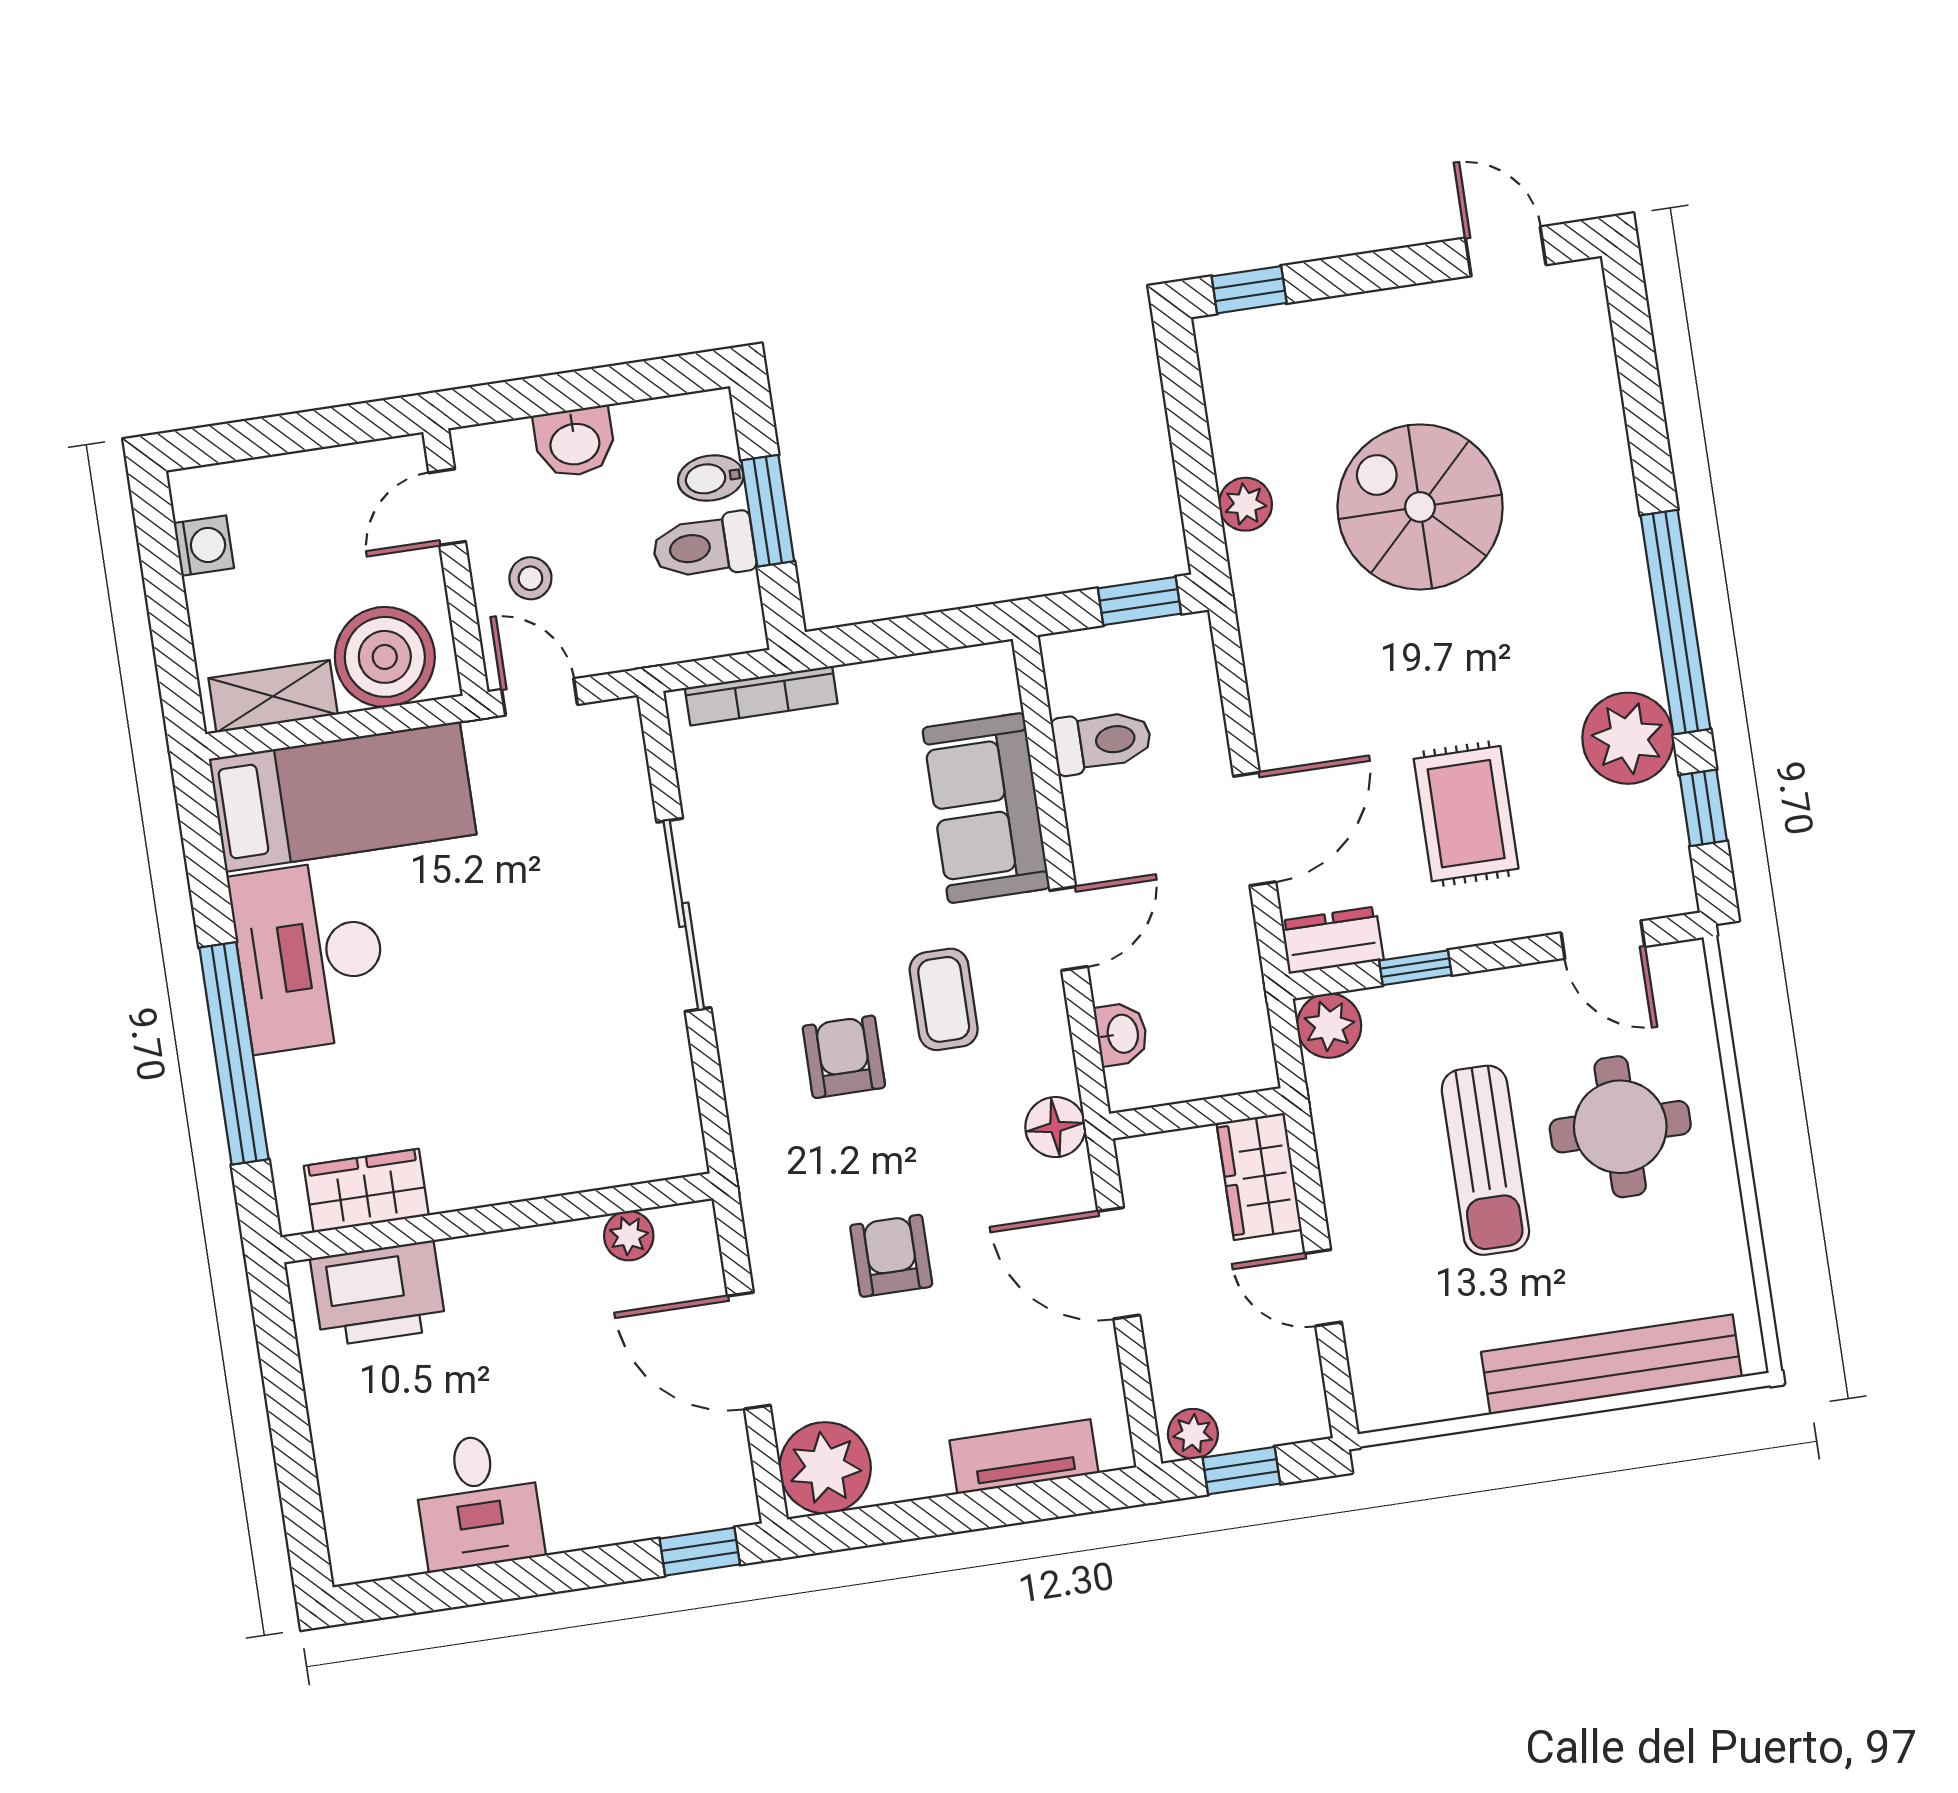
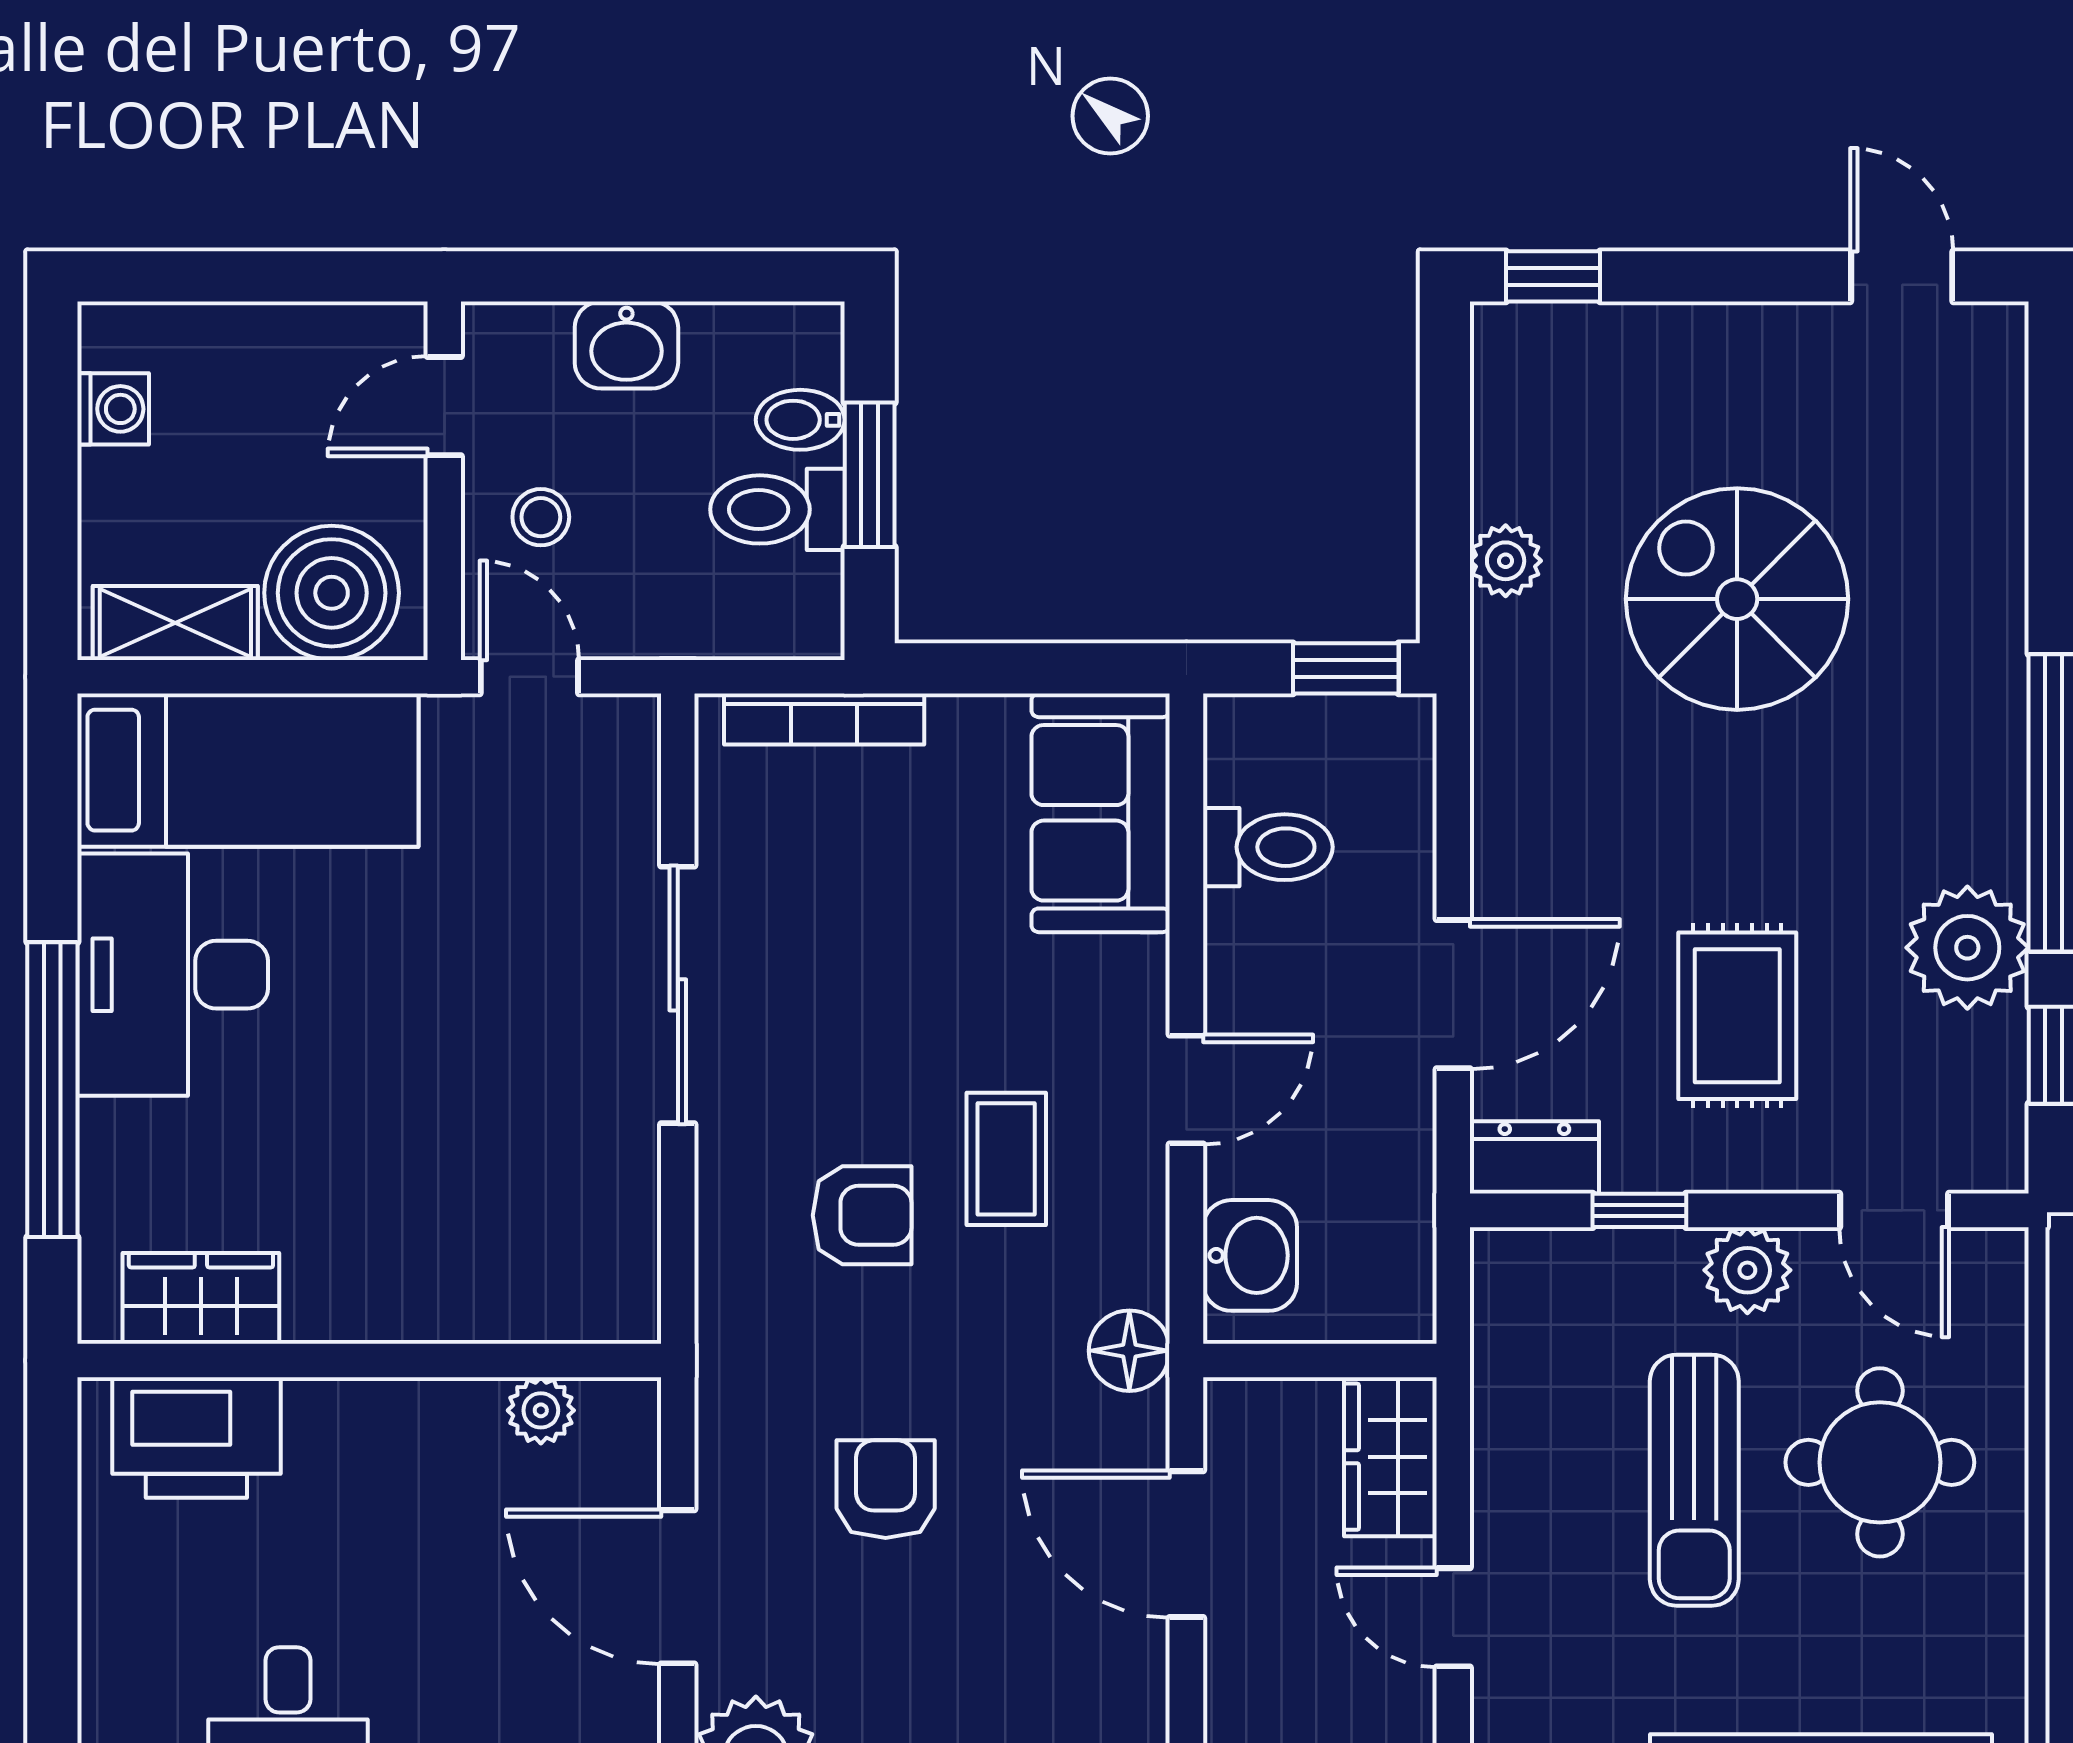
sofa: (986, 808) -> (1101, 813), moved
plant: (1329, 1026) -> (1747, 1270), moved
washbasin: (1121, 1034) -> (1250, 1255), width x1.38, depth x1.45
armchair: (844, 1057) -> (862, 1215), turned 90

